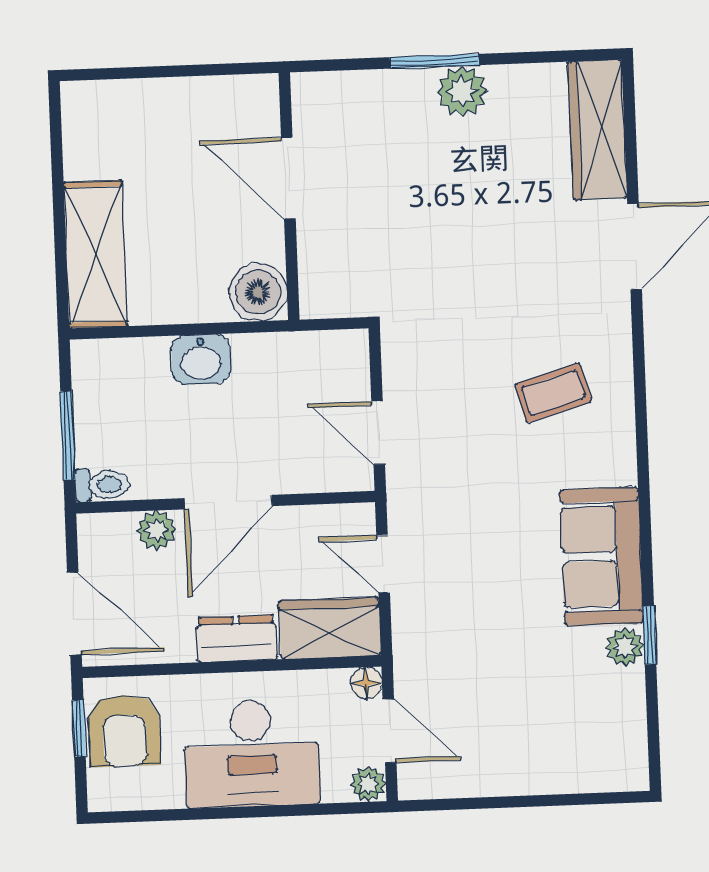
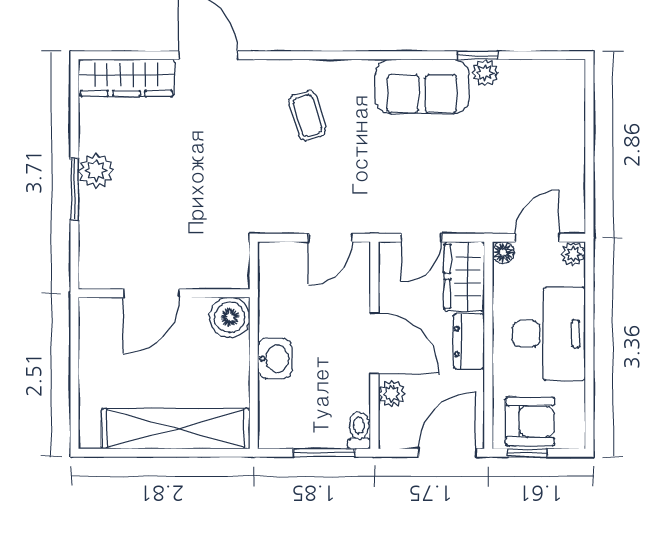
shelving: (96, 254) -> (176, 429), width x1.47

